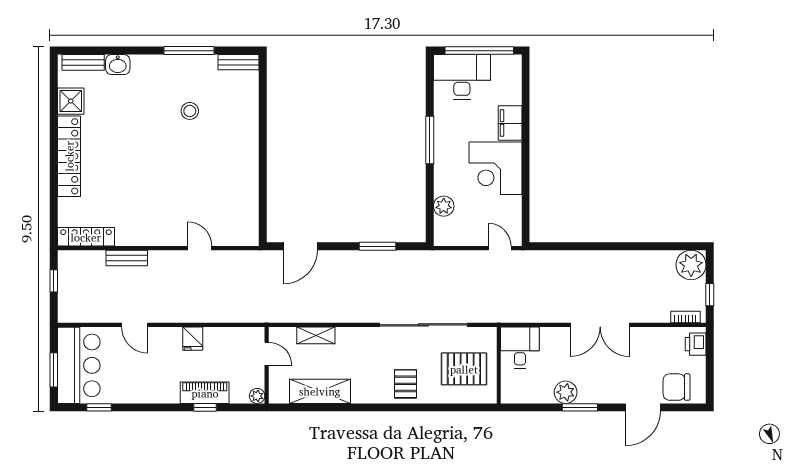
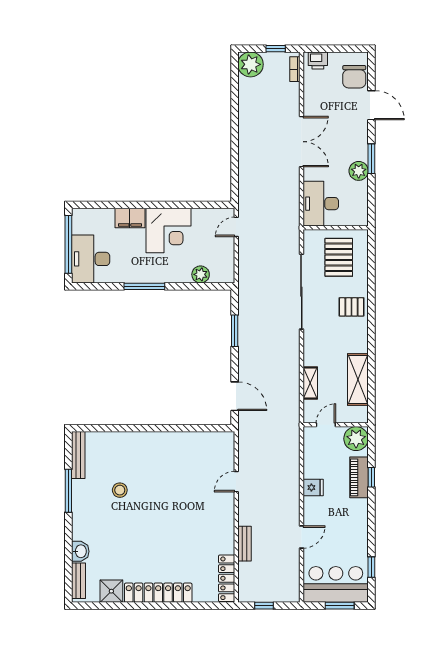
bench: (238, 62) -> (78, 455), width x1.36
desk: (520, 348) -> (321, 204), width x1.37
plant: (257, 396) -> (356, 439), width x1.88, depth x1.88

